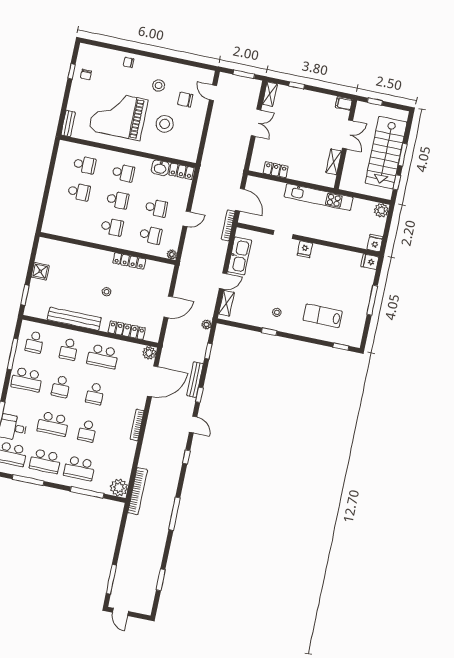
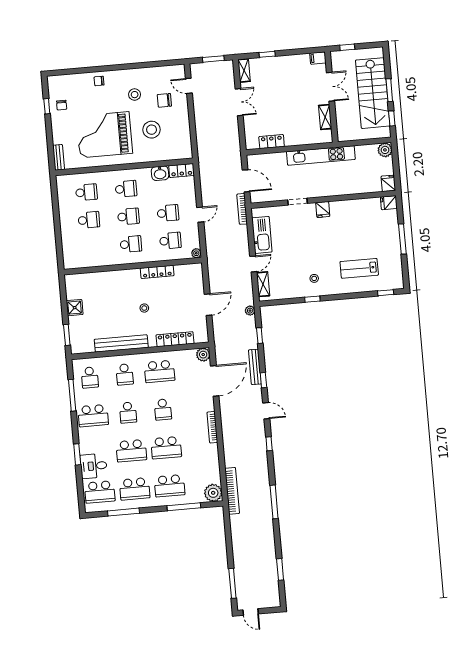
school desk: (87, 431) -> (166, 448), width x1.85

